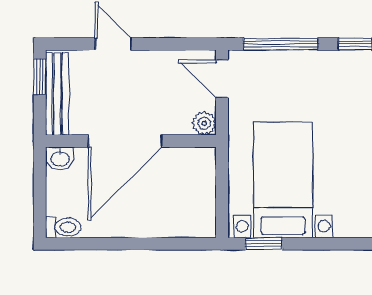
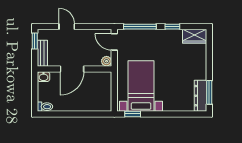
bench: (57, 94) -> (42, 53), width x0.73
door: (125, 141) -> (72, 69), width x0.73

